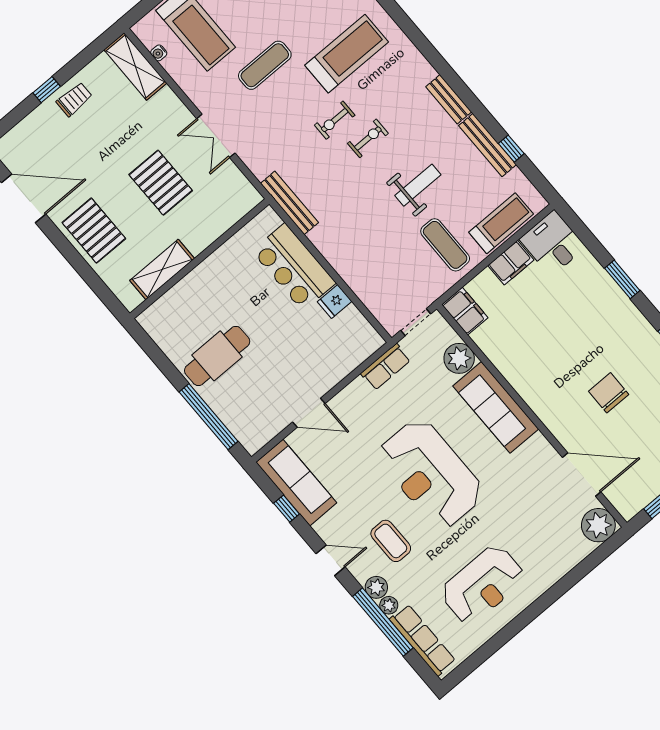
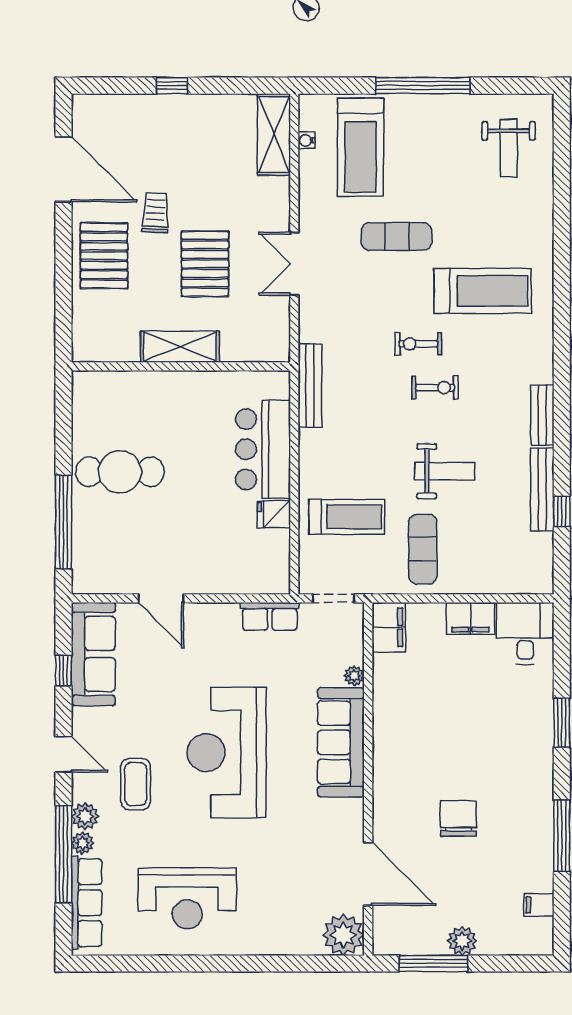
trolley: (74, 99) -> (156, 213), moved, turned -87
treadmill: (501, 223) -> (347, 517), moved
shelving: (162, 270) -> (180, 347), moved
plant: (459, 358) -> (354, 676), width x0.53, depth x0.53

